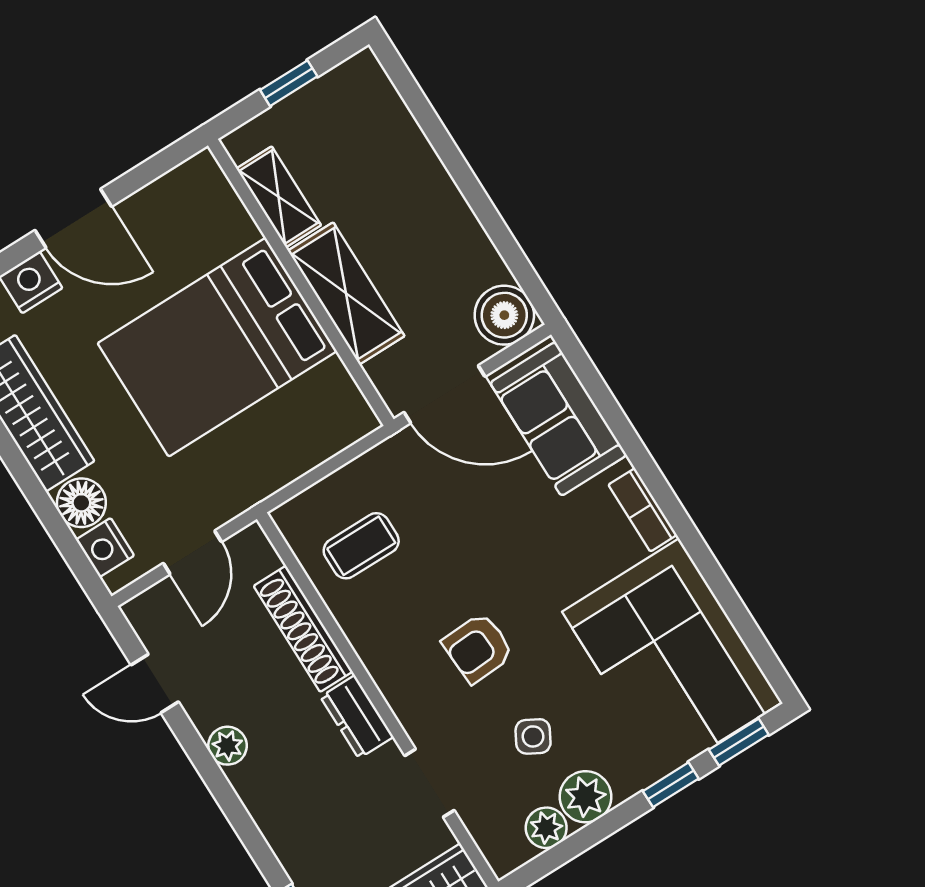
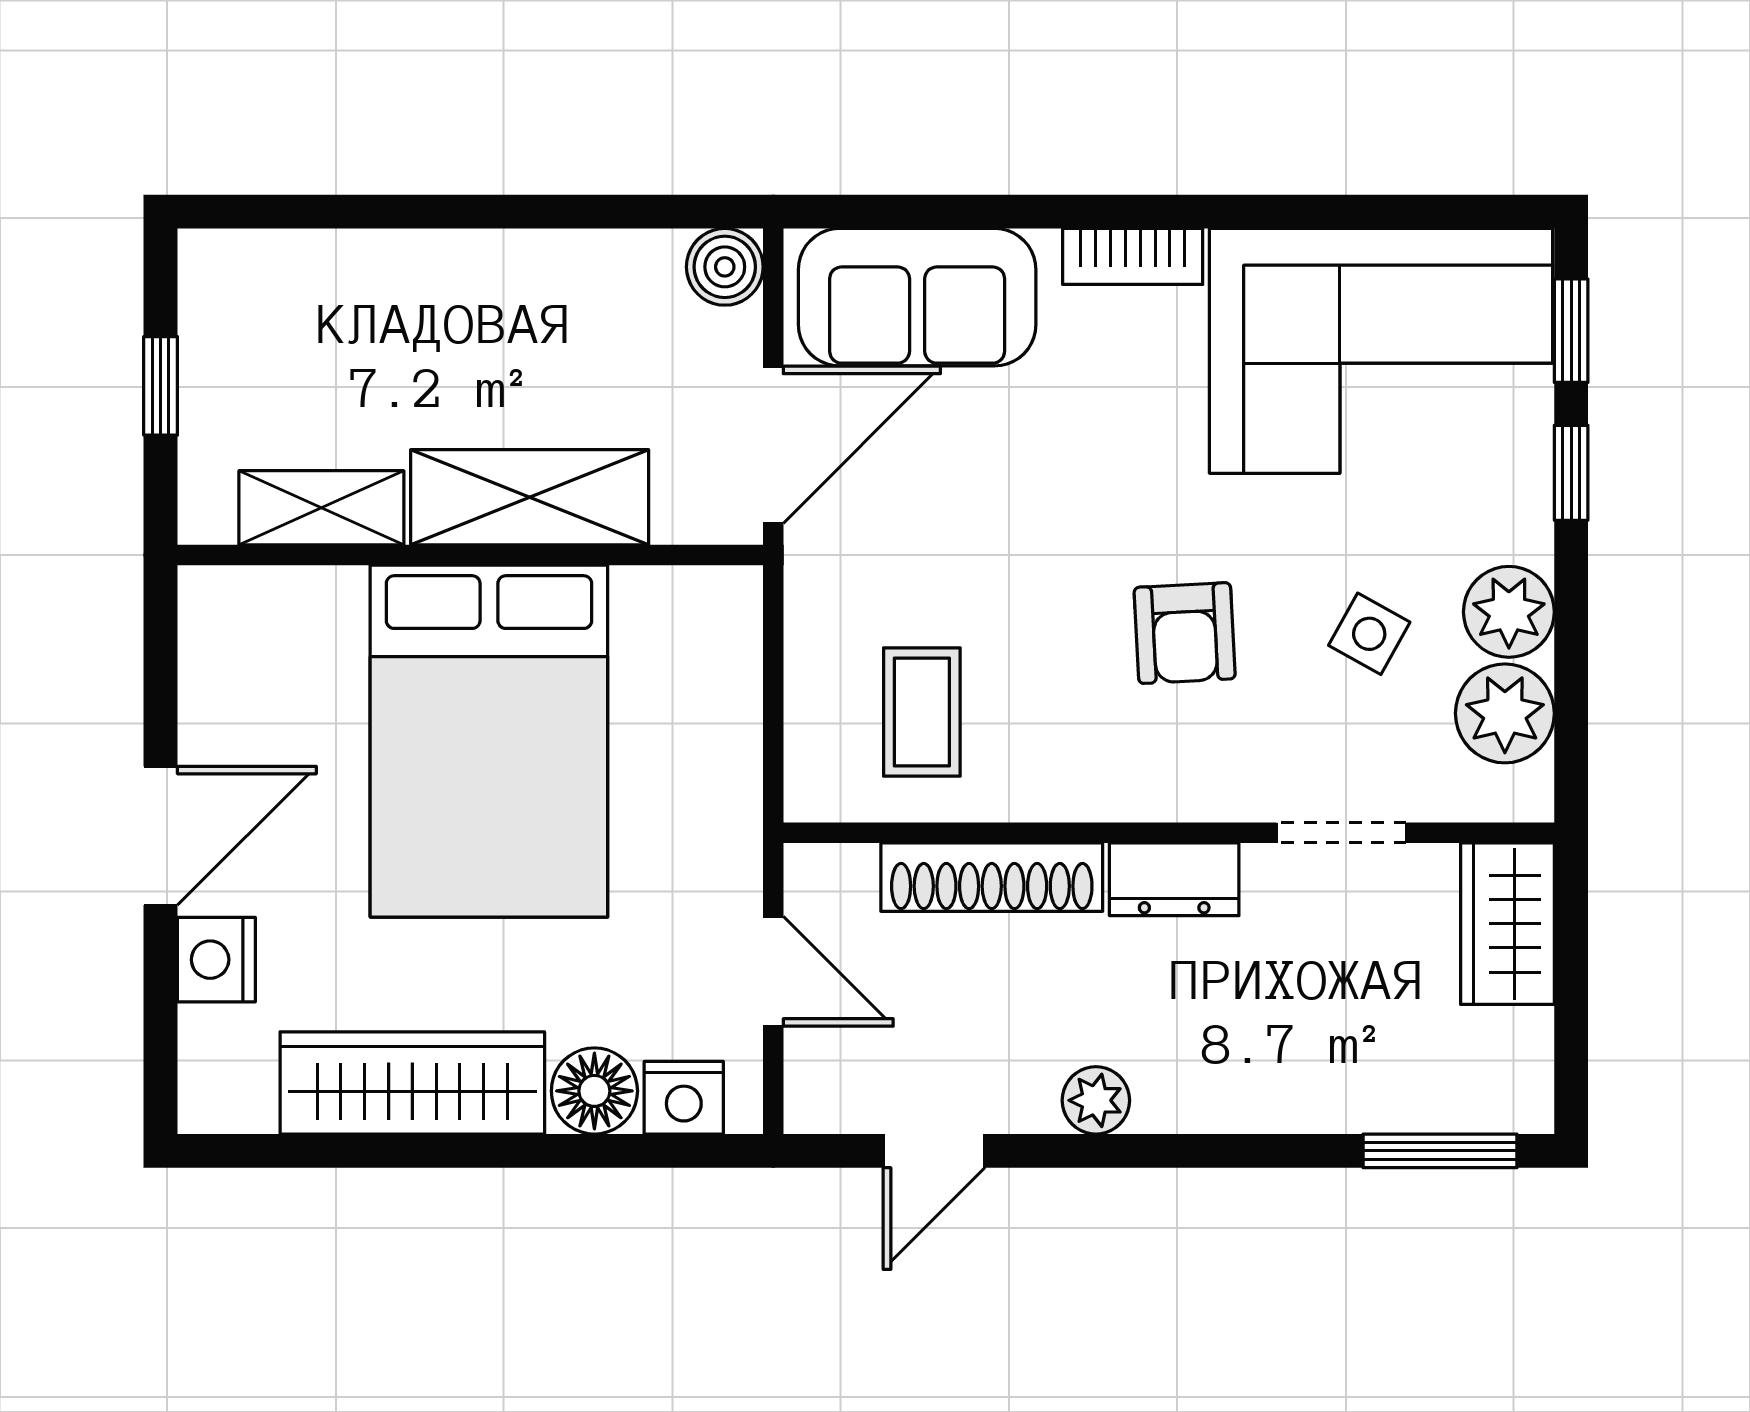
boiler: (504, 315) -> (725, 267), width x0.73, depth x0.73
plant: (546, 828) -> (1505, 713), width x1.38, depth x1.38

